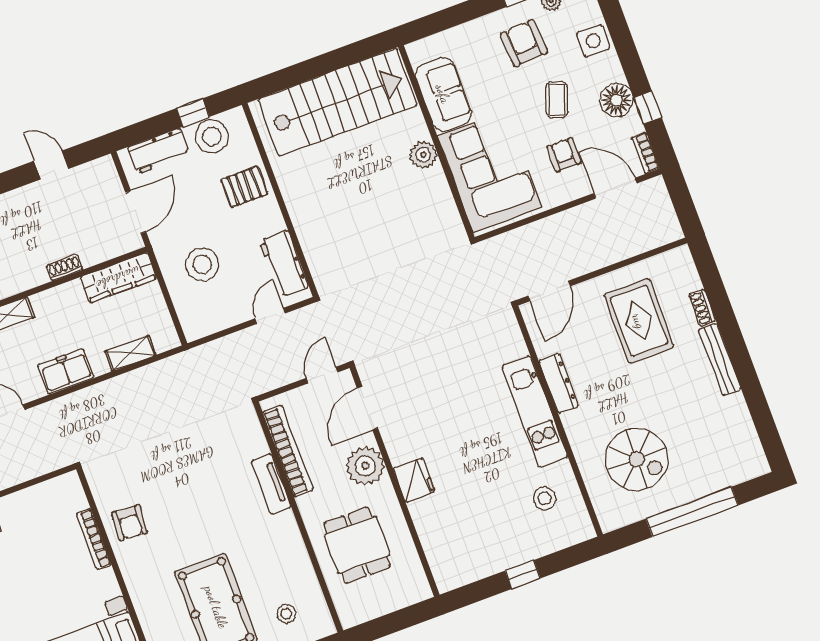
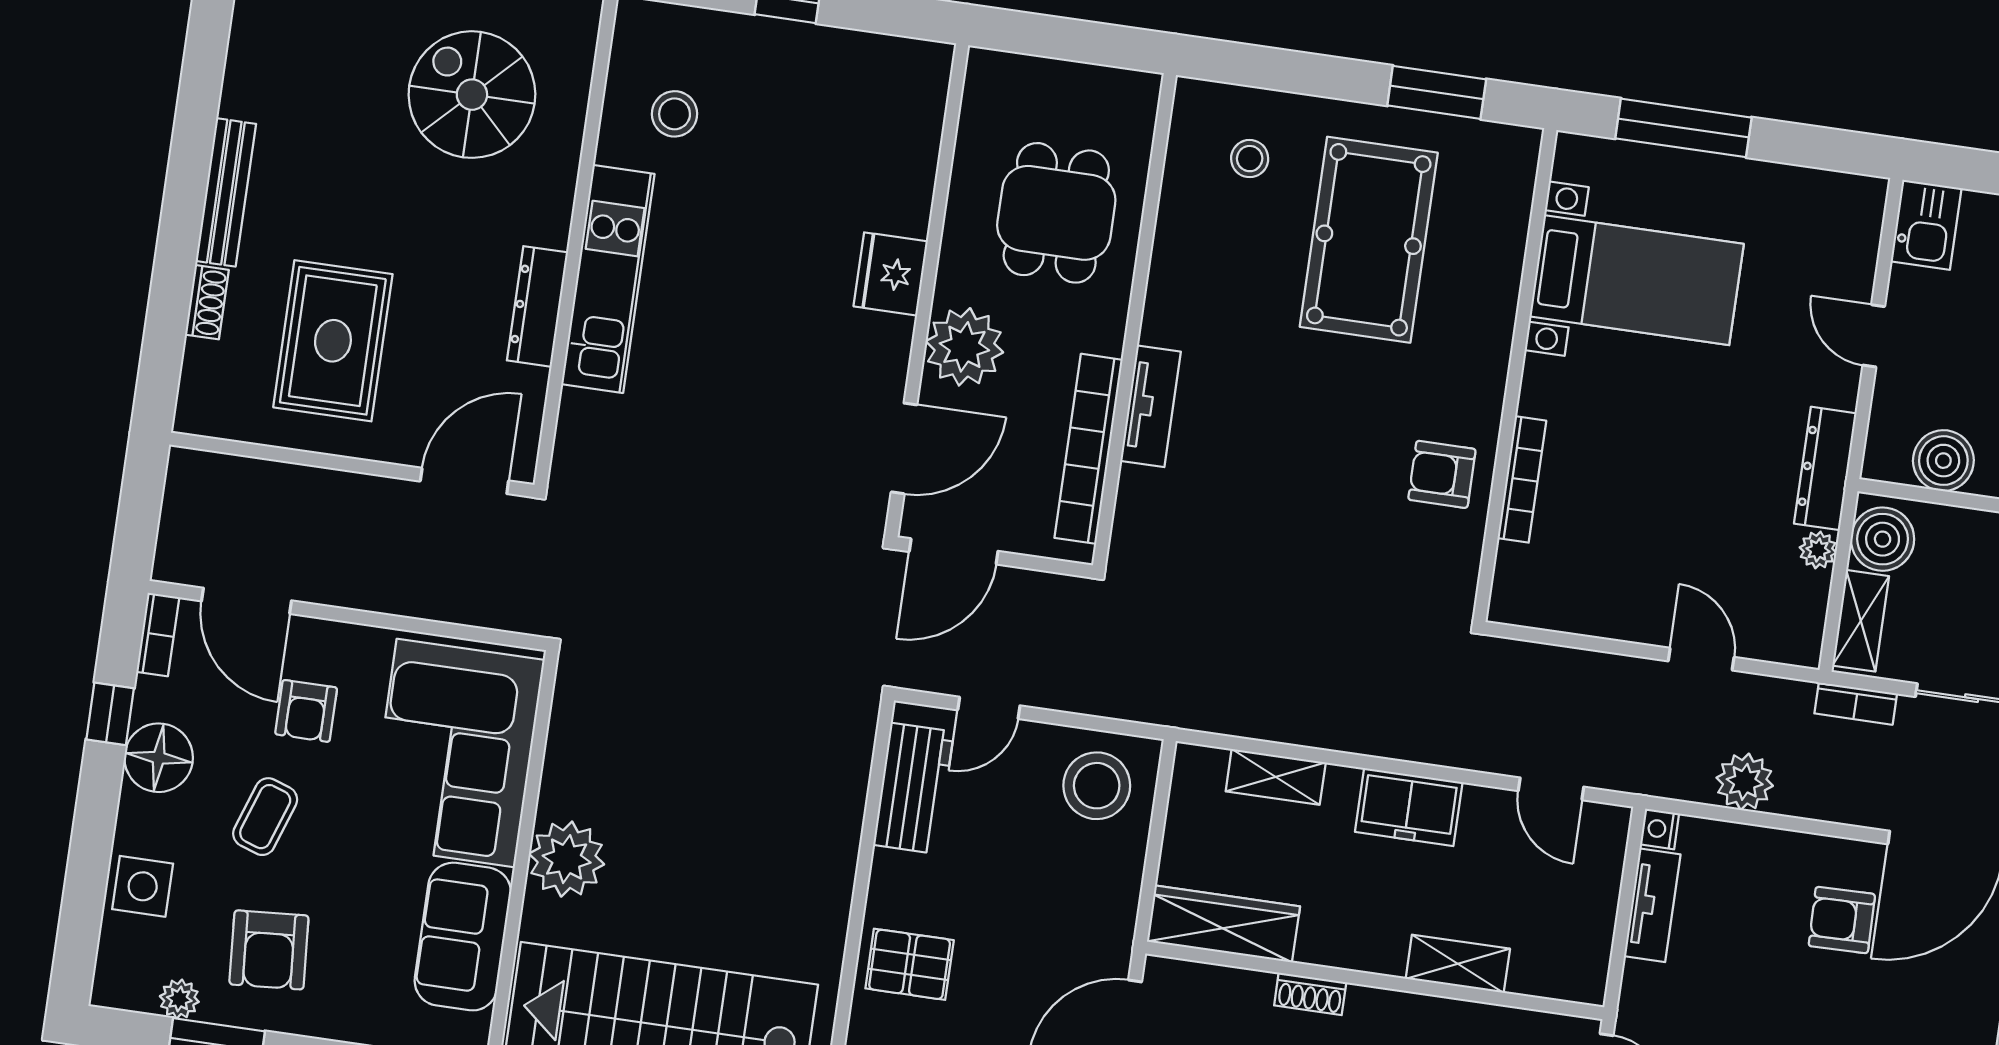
plant: (423, 155) -> (567, 859), width x1.36, depth x1.36
stool: (202, 264) -> (1097, 786), moved
door: (322, 375) -> (954, 551), width x1.38
armchair: (129, 523) -> (1442, 474), turned -94

